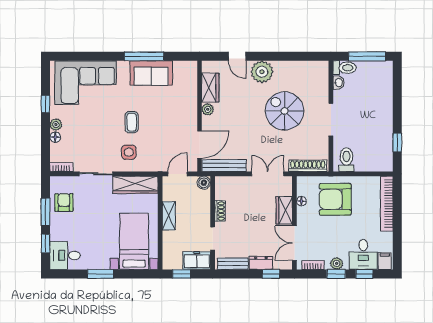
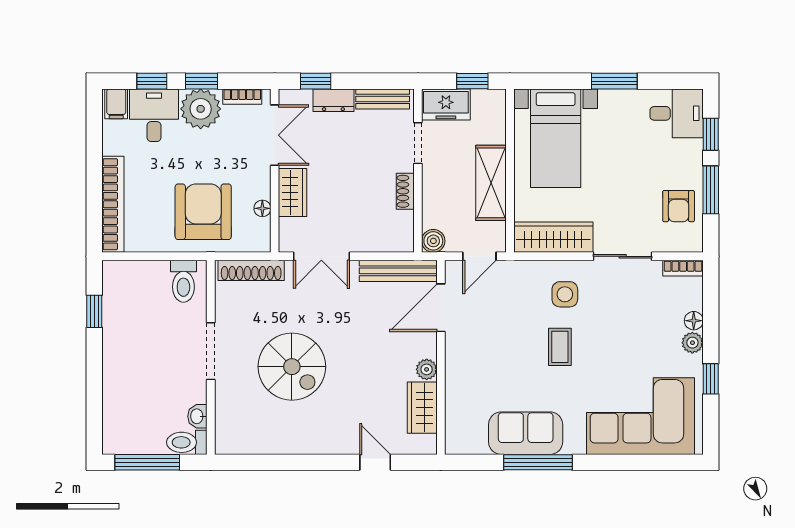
plant: (262, 72) -> (332, 435), removed
armchair: (335, 199) -> (203, 212), turned -90
shelving: (169, 216) -> (491, 183), width x1.50, depth x1.33
plant: (337, 263) -> (201, 109), width x1.88, depth x1.88

